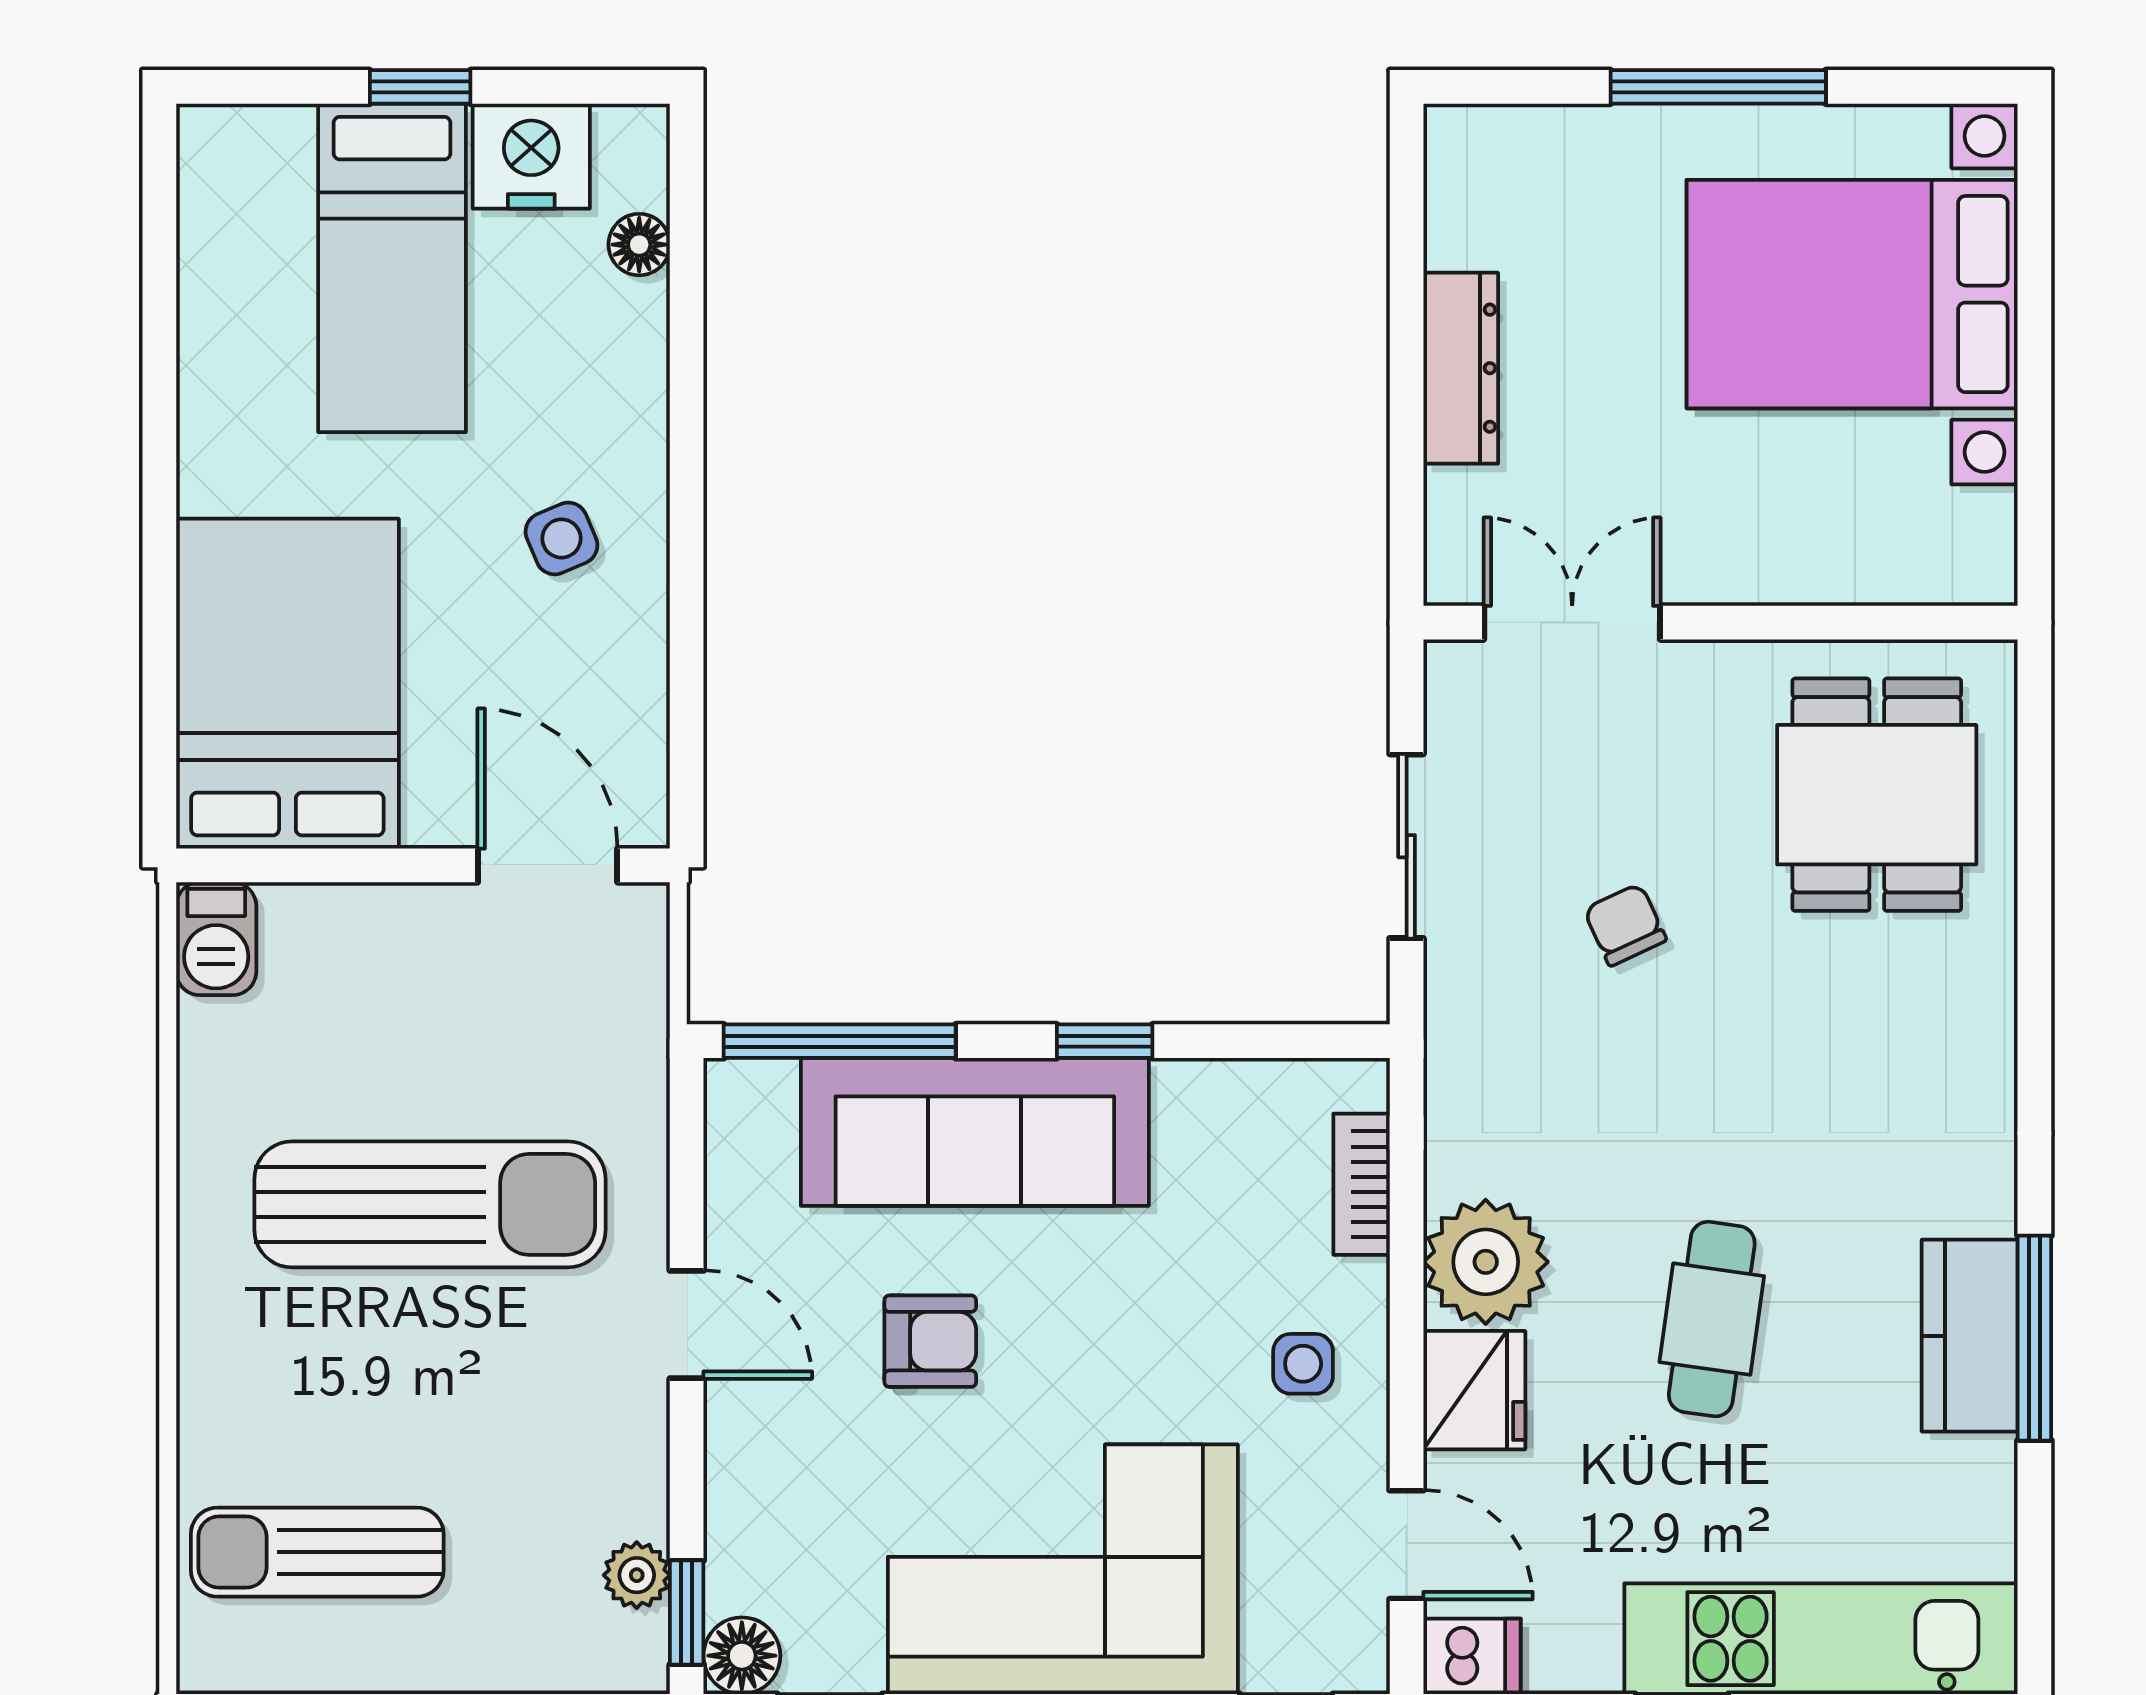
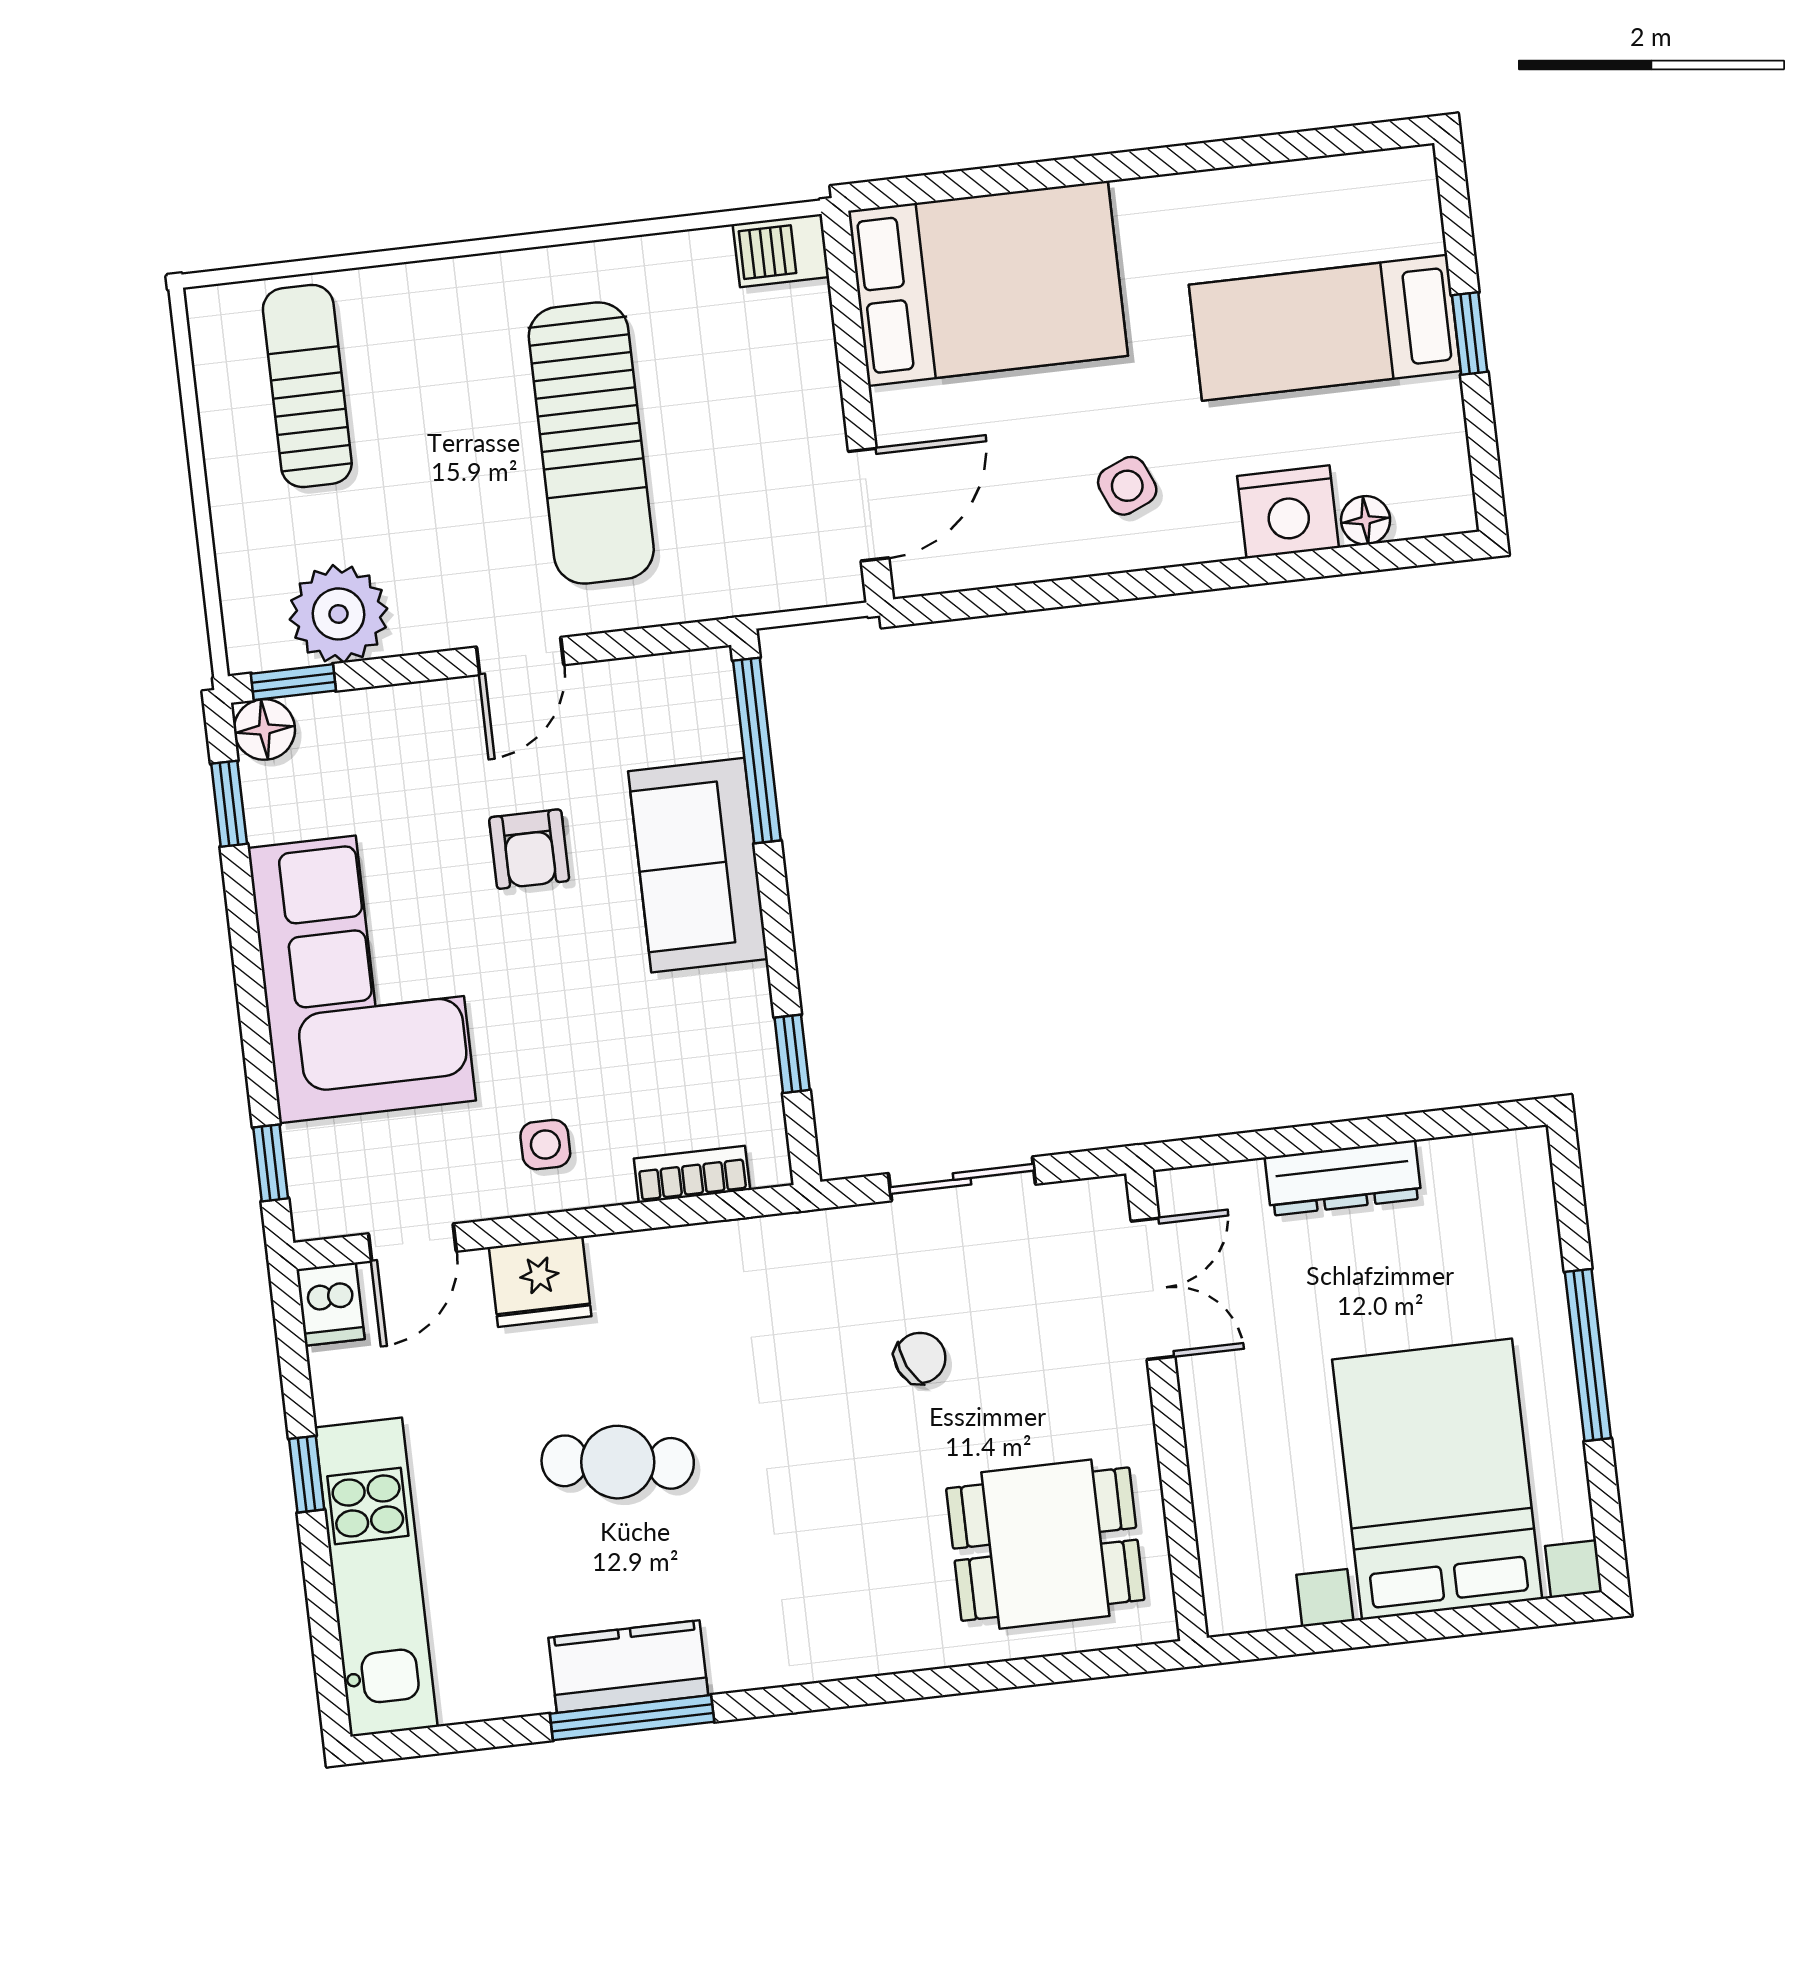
nightstand: (531, 156) -> (1288, 512), moved, turned 90
window: (1105, 1041) -> (792, 1054), moved
sofa: (975, 1132) -> (698, 865), width x0.73
plant: (1486, 1262) -> (642, 1279), removed
plant: (637, 1575) -> (338, 614), width x1.88, depth x1.88

